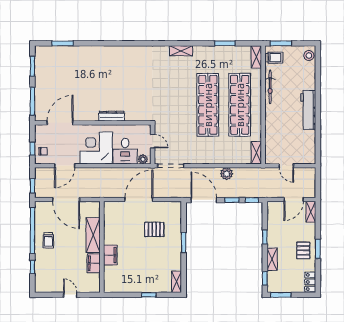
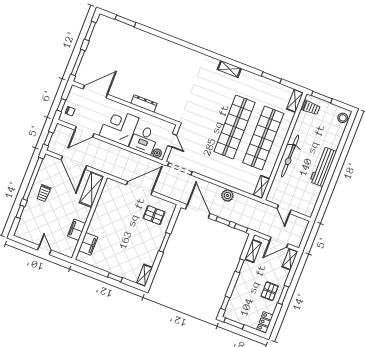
bicycle: (270, 87) -> (290, 156), moved, width x1.37, depth x1.40
pallet: (154, 229) -> (154, 215), moved
shelving: (93, 235) -> (92, 189), moved
filing cabinet: (110, 255) -> (88, 244), moved
shelving: (272, 259) -> (253, 251), moved

